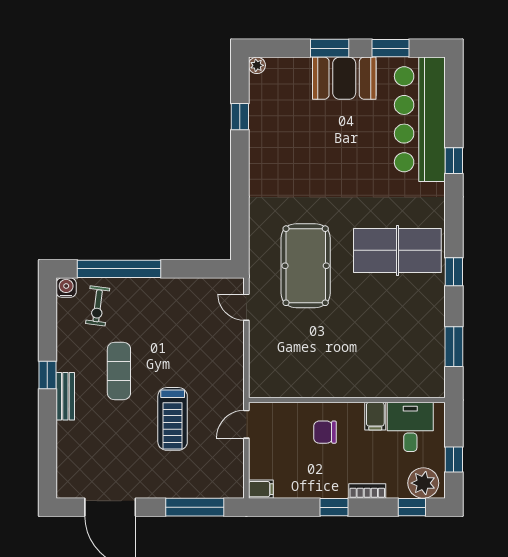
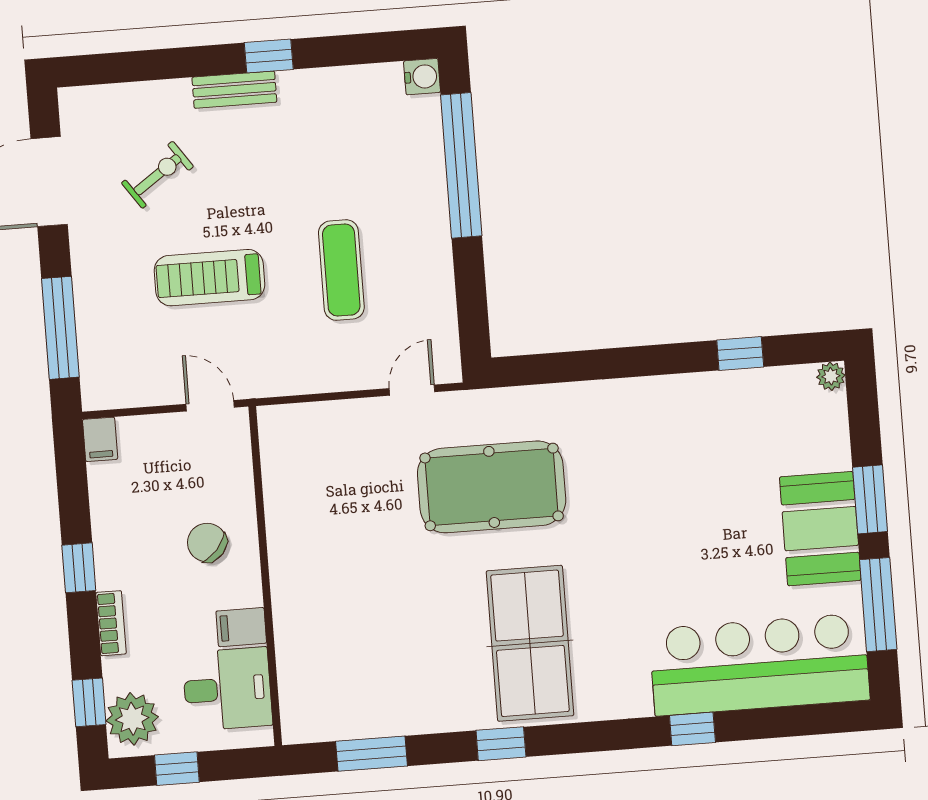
window: (391, 48) -> (878, 605), width x1.44
exercise bike: (98, 306) -> (158, 175), moved, turned 138
exercise mat: (119, 371) -> (341, 270), moved, turned 90
chair: (325, 432) -> (207, 543), turned -49

